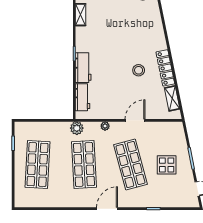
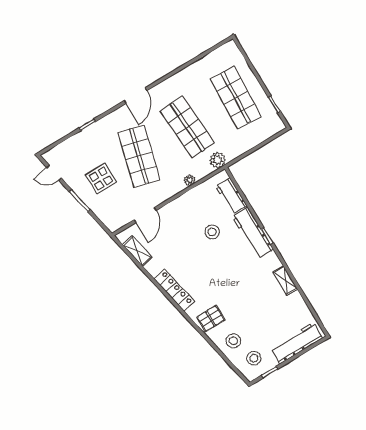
pallet: (149, 20) -> (211, 318), added
workbench: (83, 68) -> (253, 233), width x1.37
locker: (165, 68) -> (174, 290), moved
stool: (139, 70) -> (212, 232), moved
door: (135, 120) -> (145, 215), moved
shop shelf: (130, 164) -> (139, 156), turned 30

